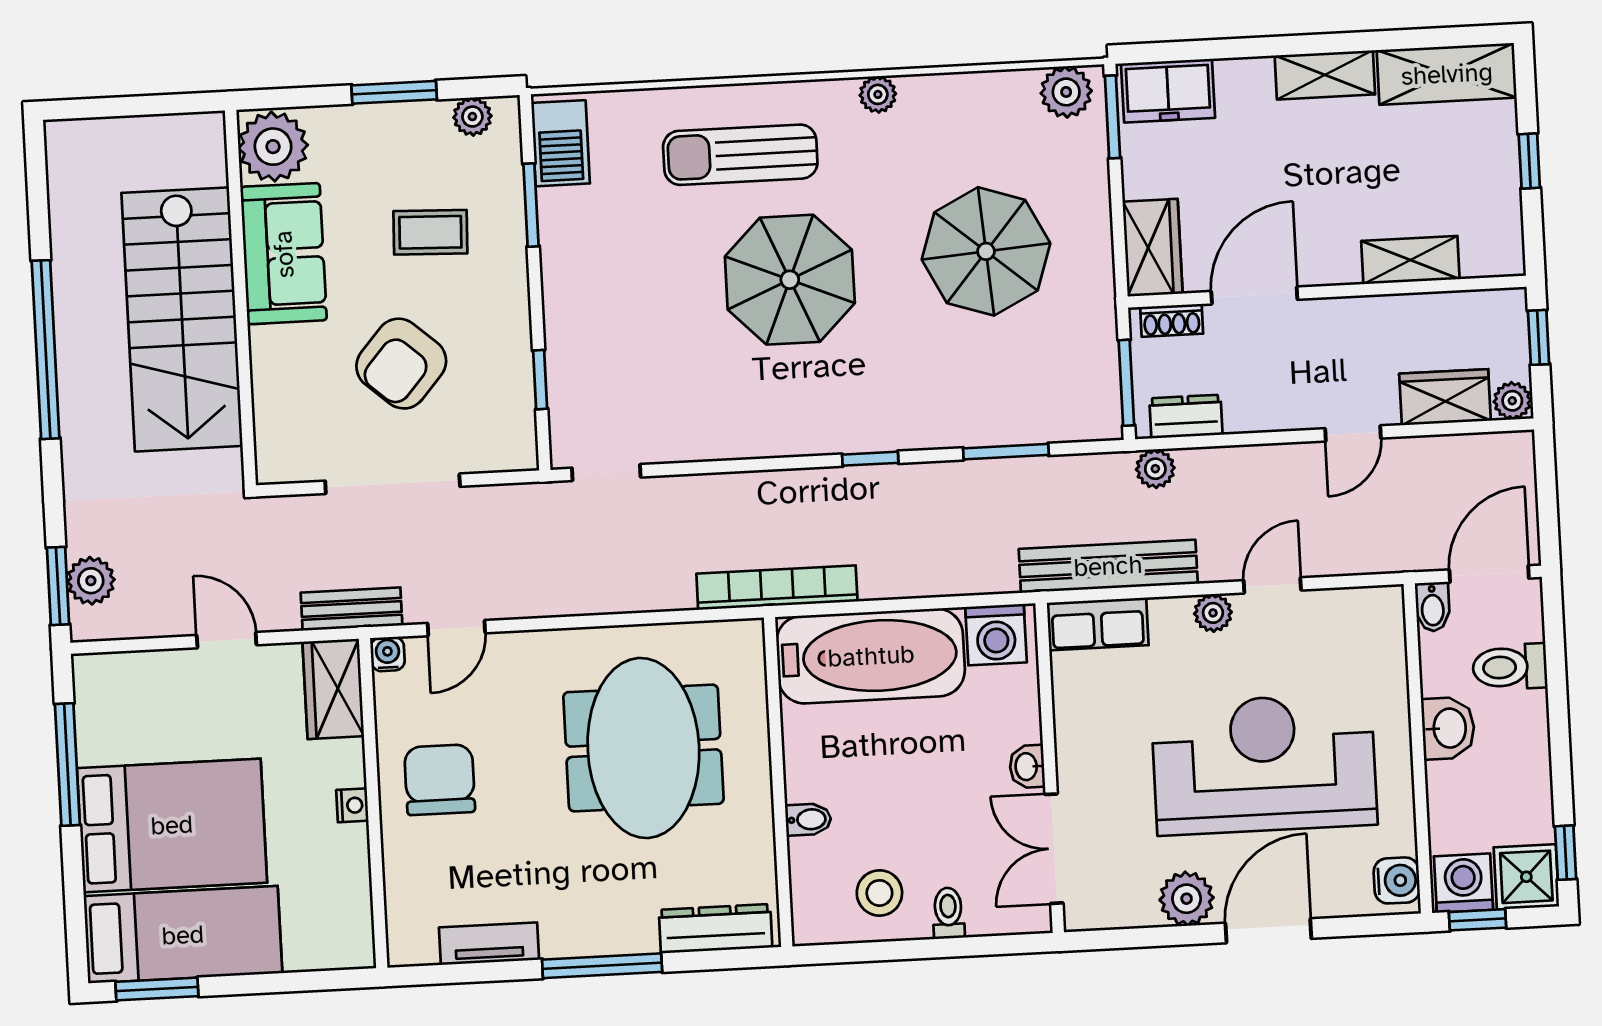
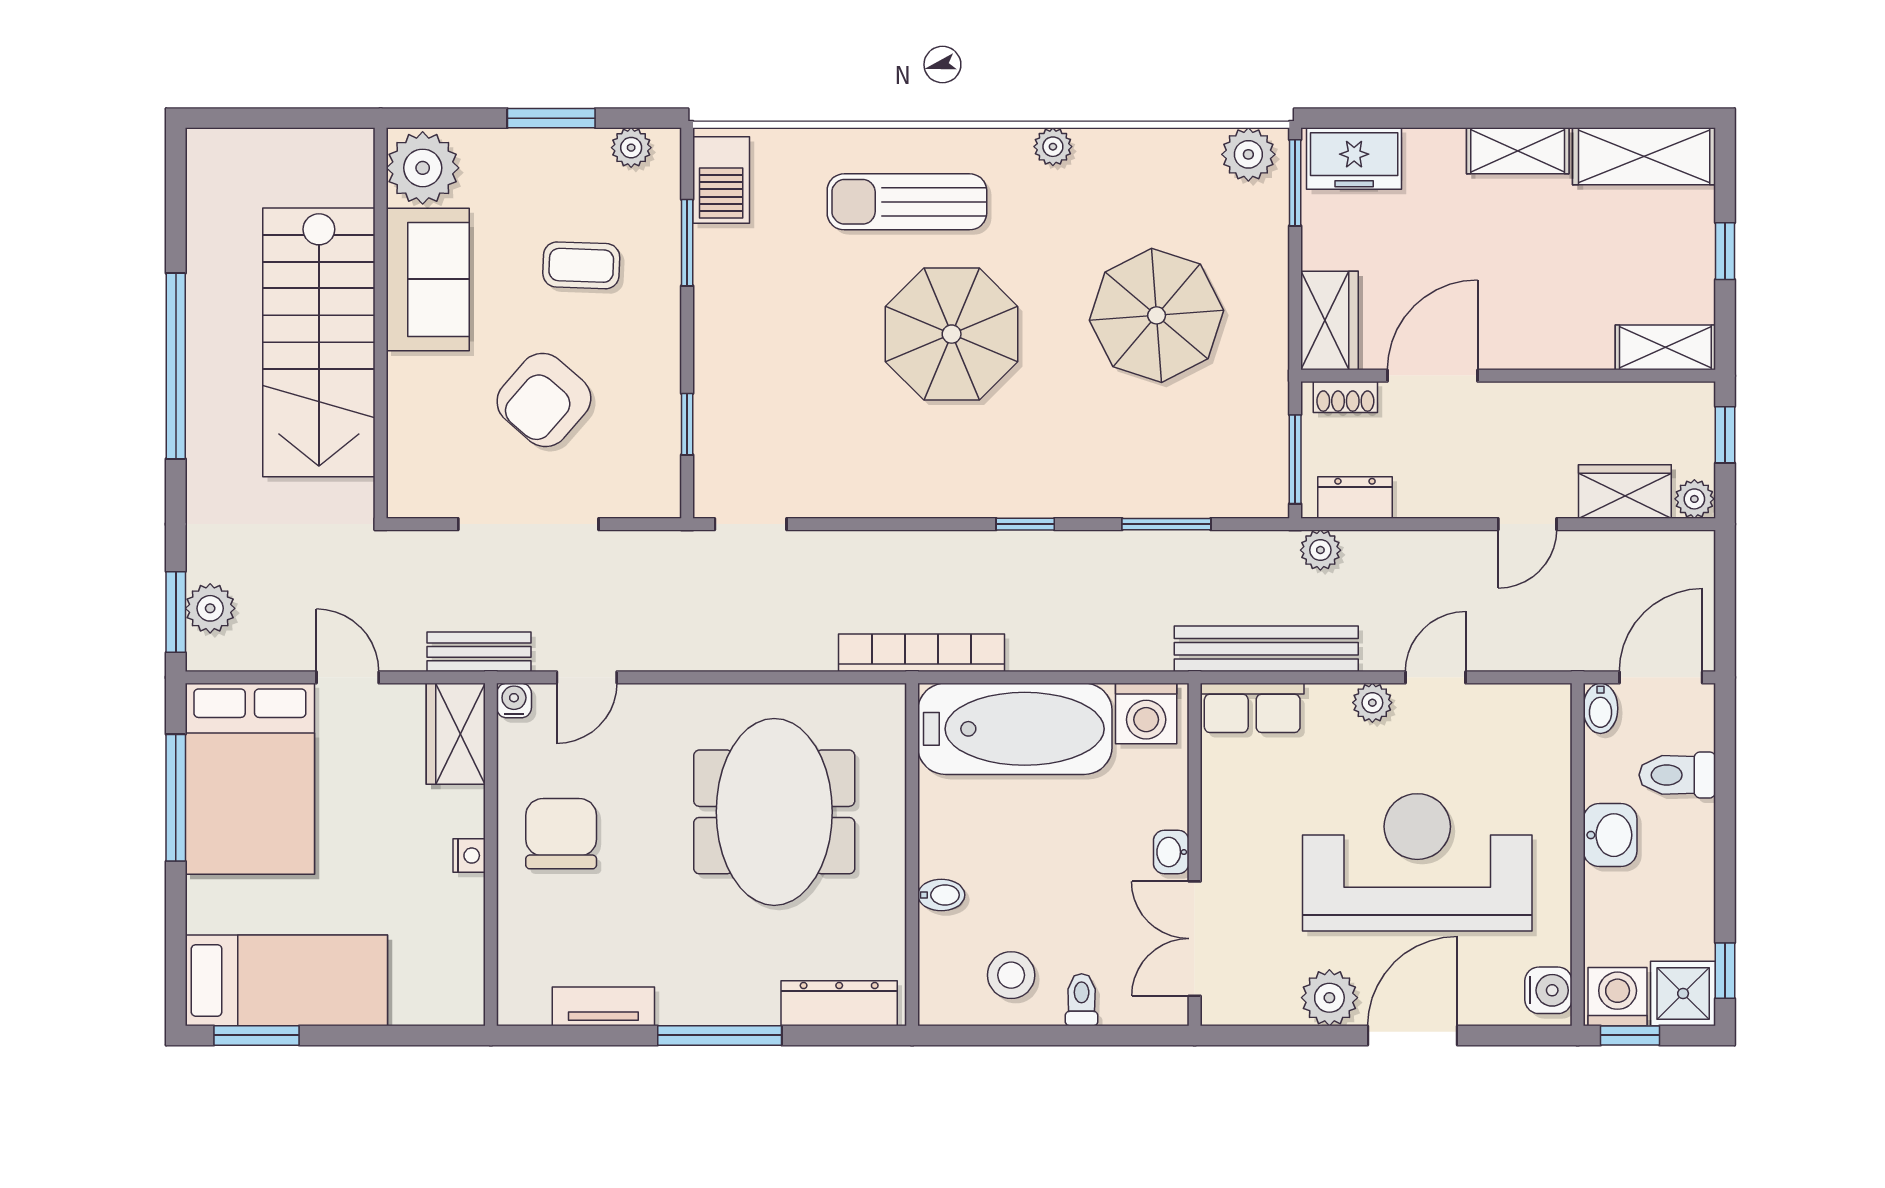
shelving: (1410, 260) -> (1665, 347), moved
bed: (172, 825) -> (250, 779), moved, turned 90

